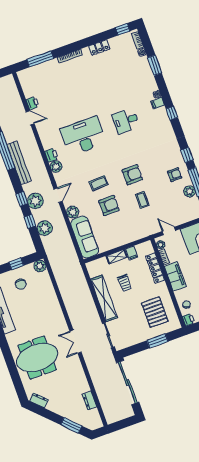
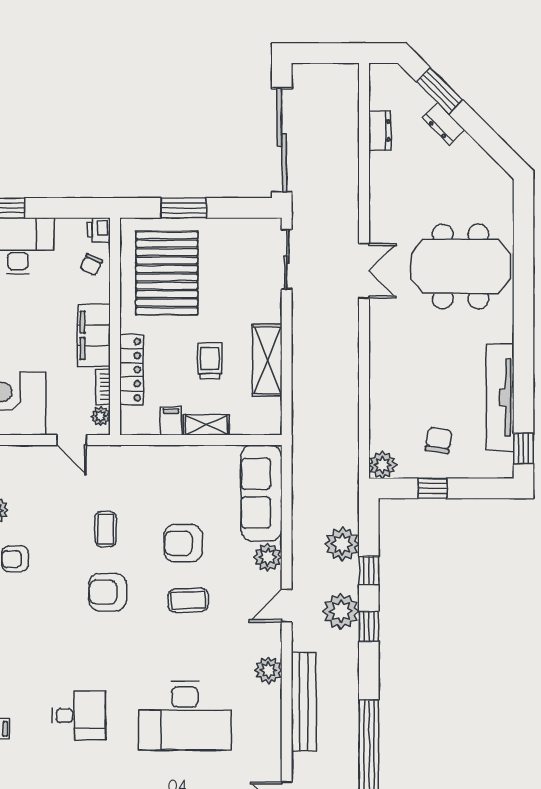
printer: (51, 155) -> (269, 699), removed
bench: (19, 163) -> (304, 702), moved
shelving: (104, 298) -> (267, 360), width x0.68
pallet: (155, 312) -> (167, 273), width x1.37, depth x1.41
dresser: (39, 400) -> (443, 124), moved

